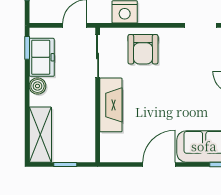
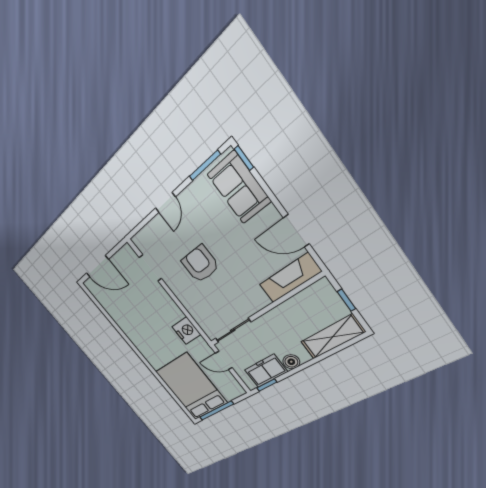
armchair: (143, 49) -> (200, 264), moved, turned -90
fireplace: (111, 105) -> (290, 278), moved
door: (159, 165) -> (297, 231), moved

